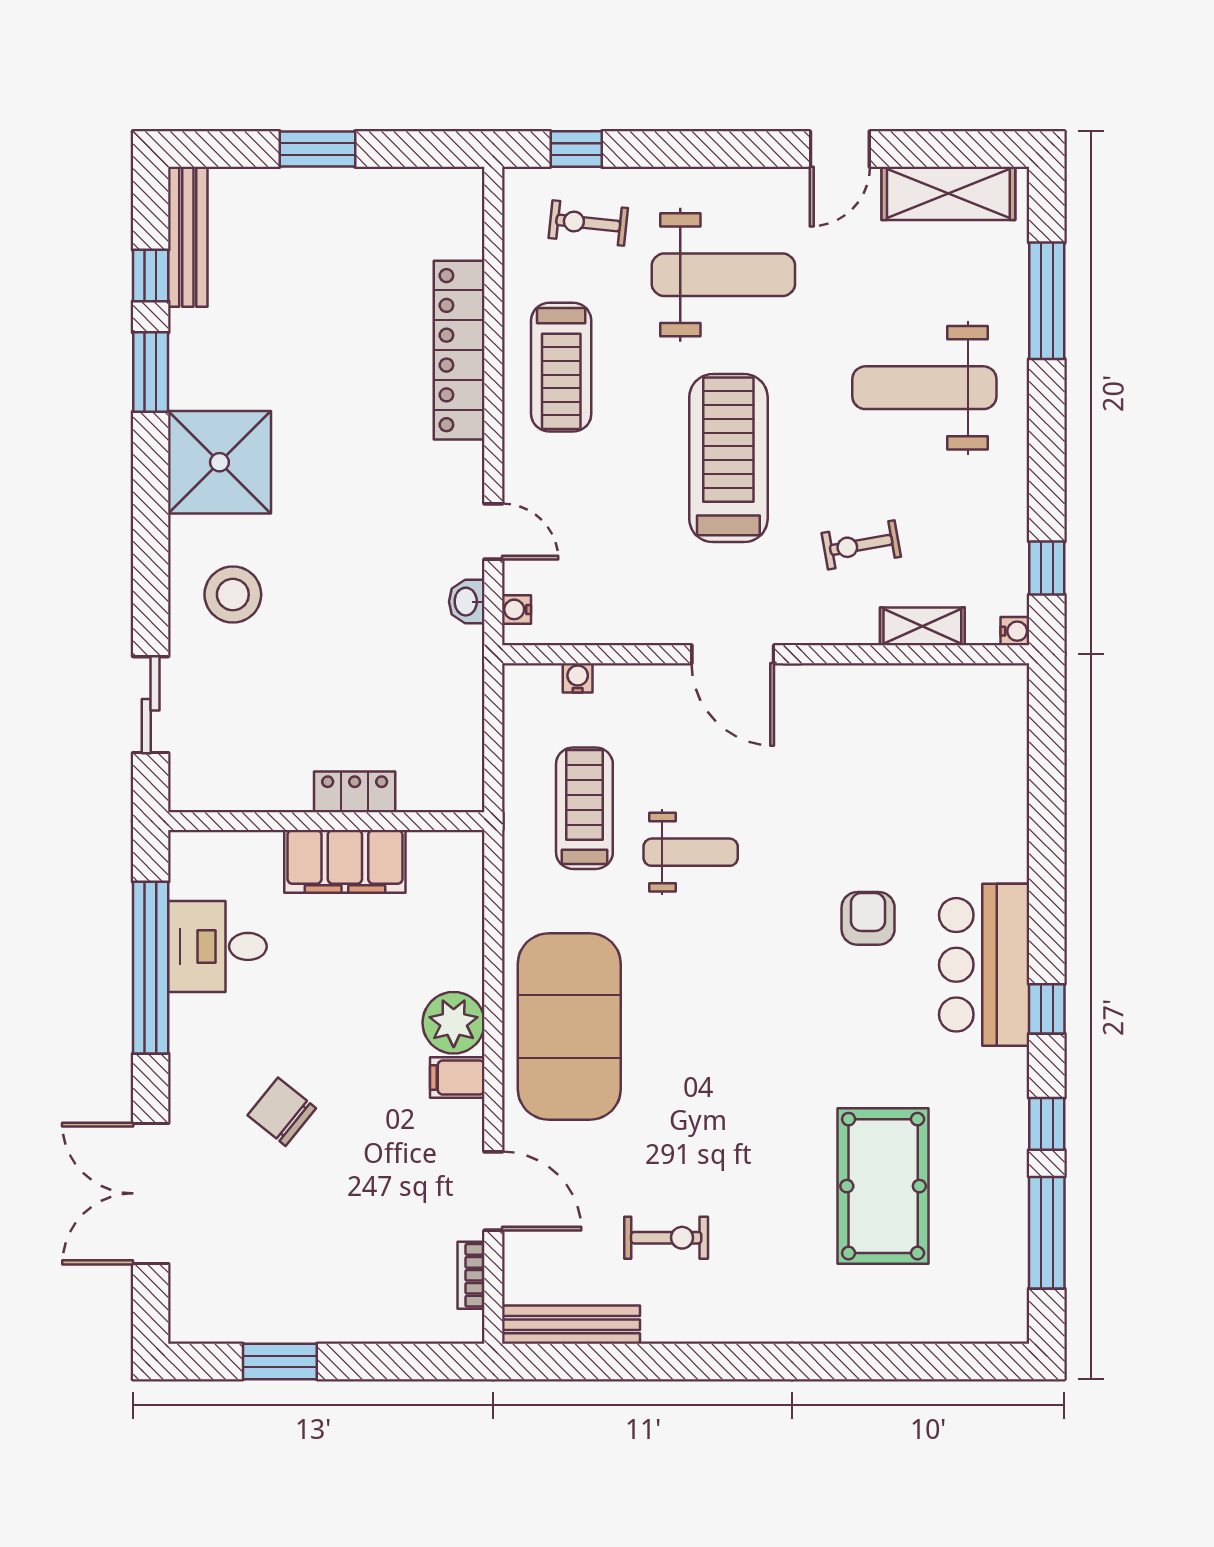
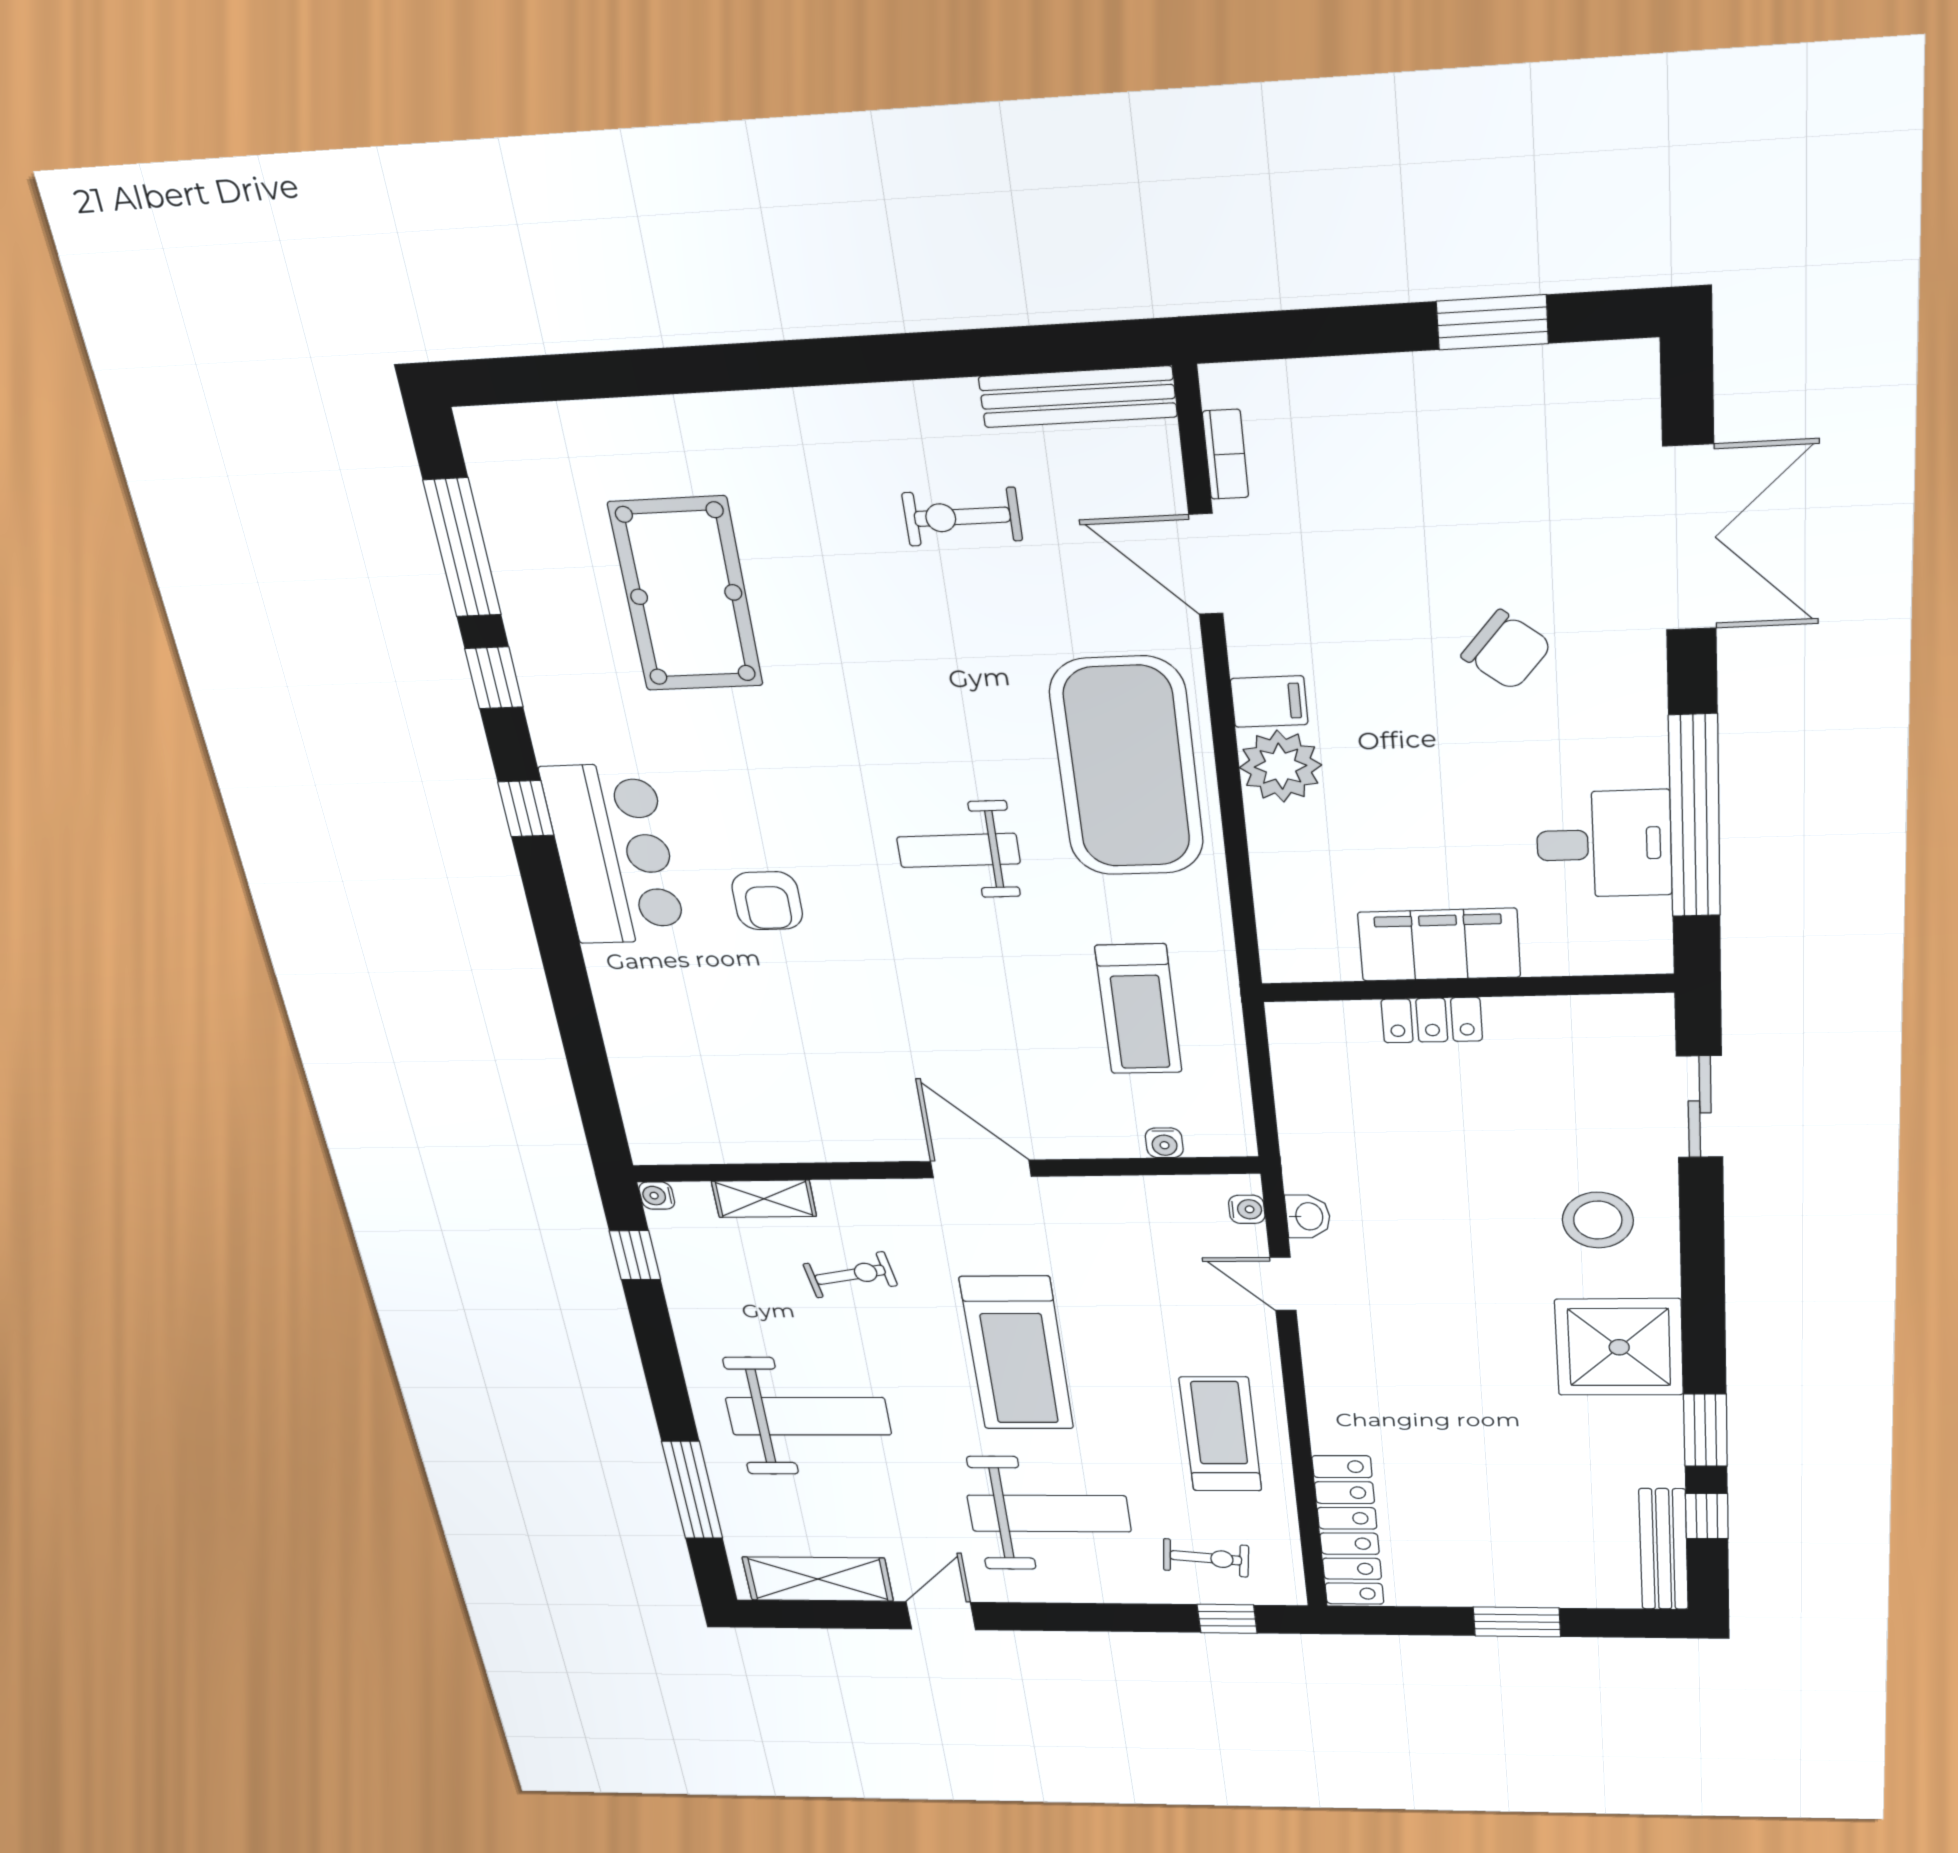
weight bench: (723, 275) -> (1049, 1514), turned 180
locker: (459, 350) -> (1348, 1531), moved
weight bench: (691, 852) -> (958, 850), moved

